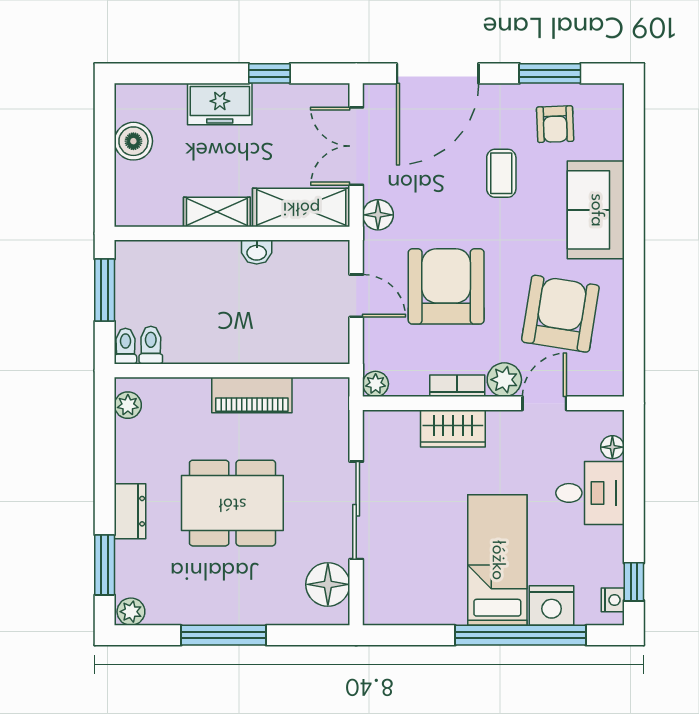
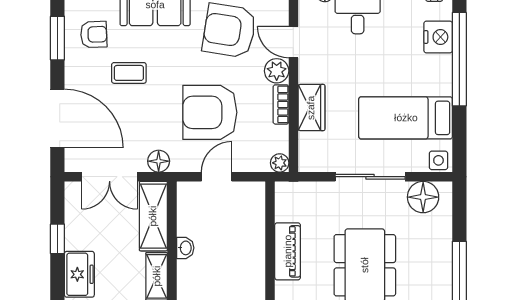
bed: (497, 560) -> (406, 118), moved
side table: (379, 606) -> (438, 160), added

